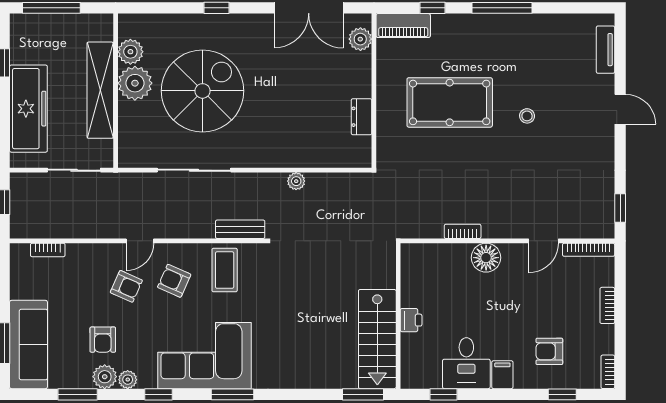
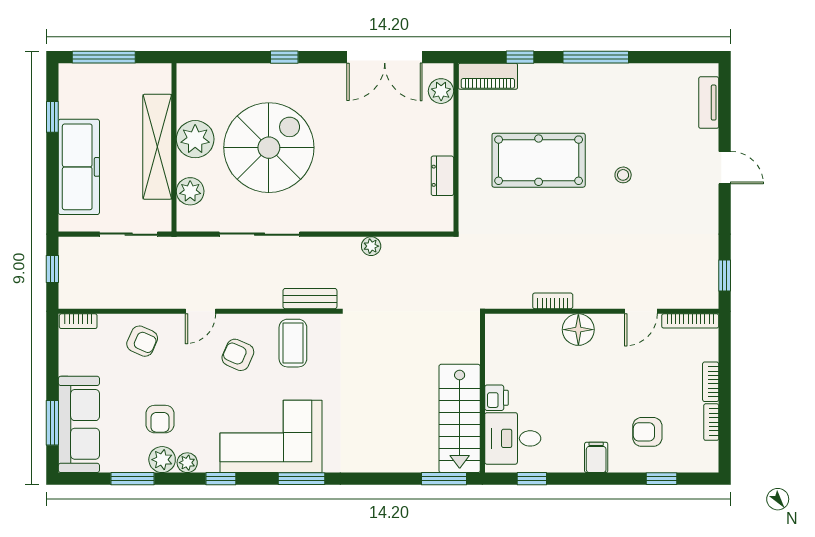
plant: (130, 52) -> (190, 191), moved
bookcase: (48, 250) -> (78, 321), moved
armchair: (126, 286) -> (142, 341), moved
desk: (466, 363) -> (513, 438), moved, turned 90
bookcase: (608, 372) -> (711, 422), moved

